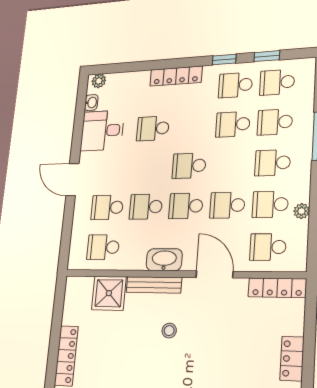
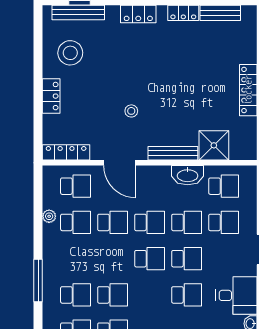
school desk: (273, 163) -> (187, 259), moved
washbasin: (164, 260) -> (188, 175), moved
stool: (169, 331) -> (131, 111), moved

